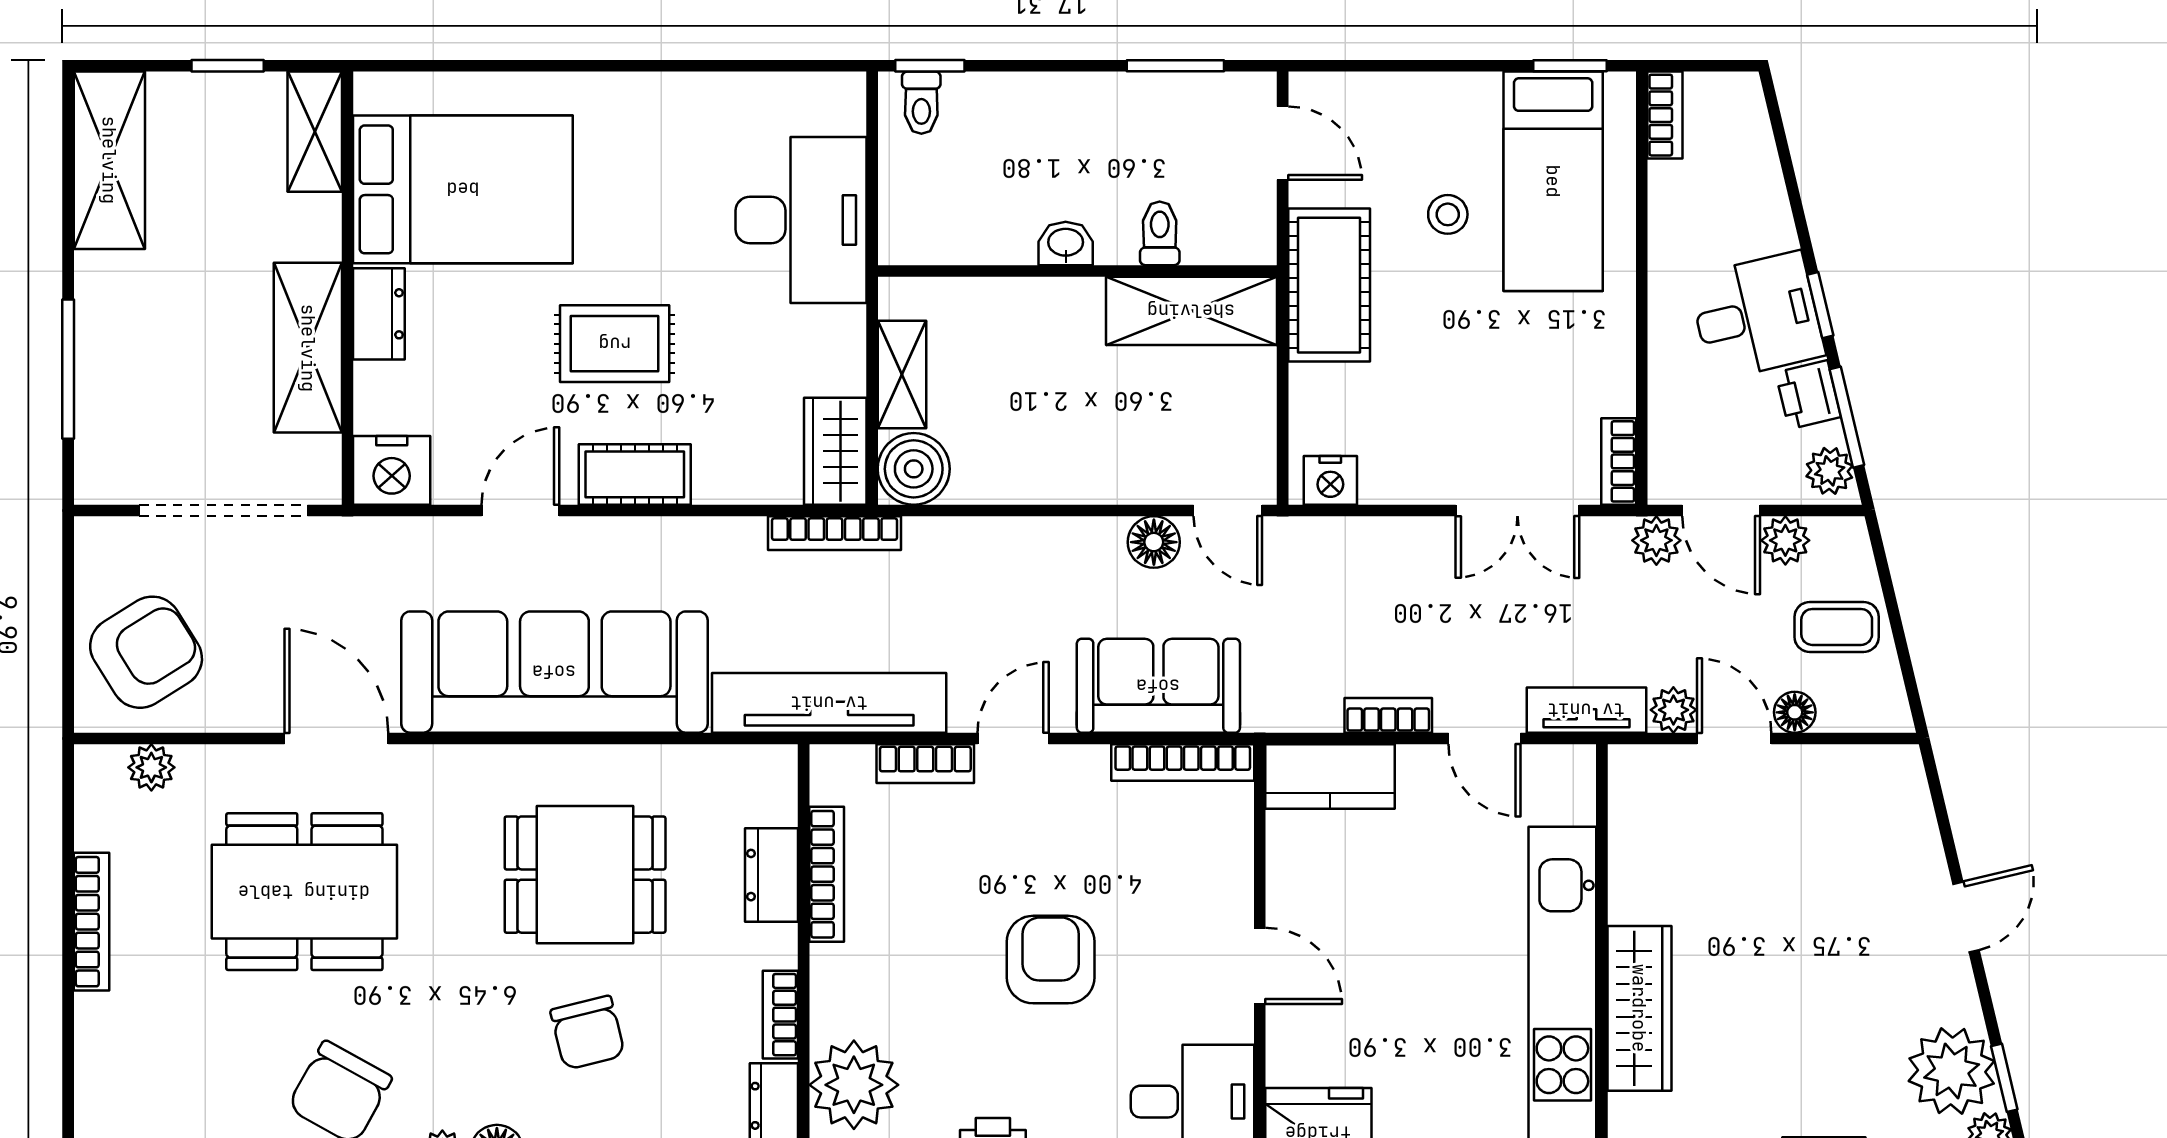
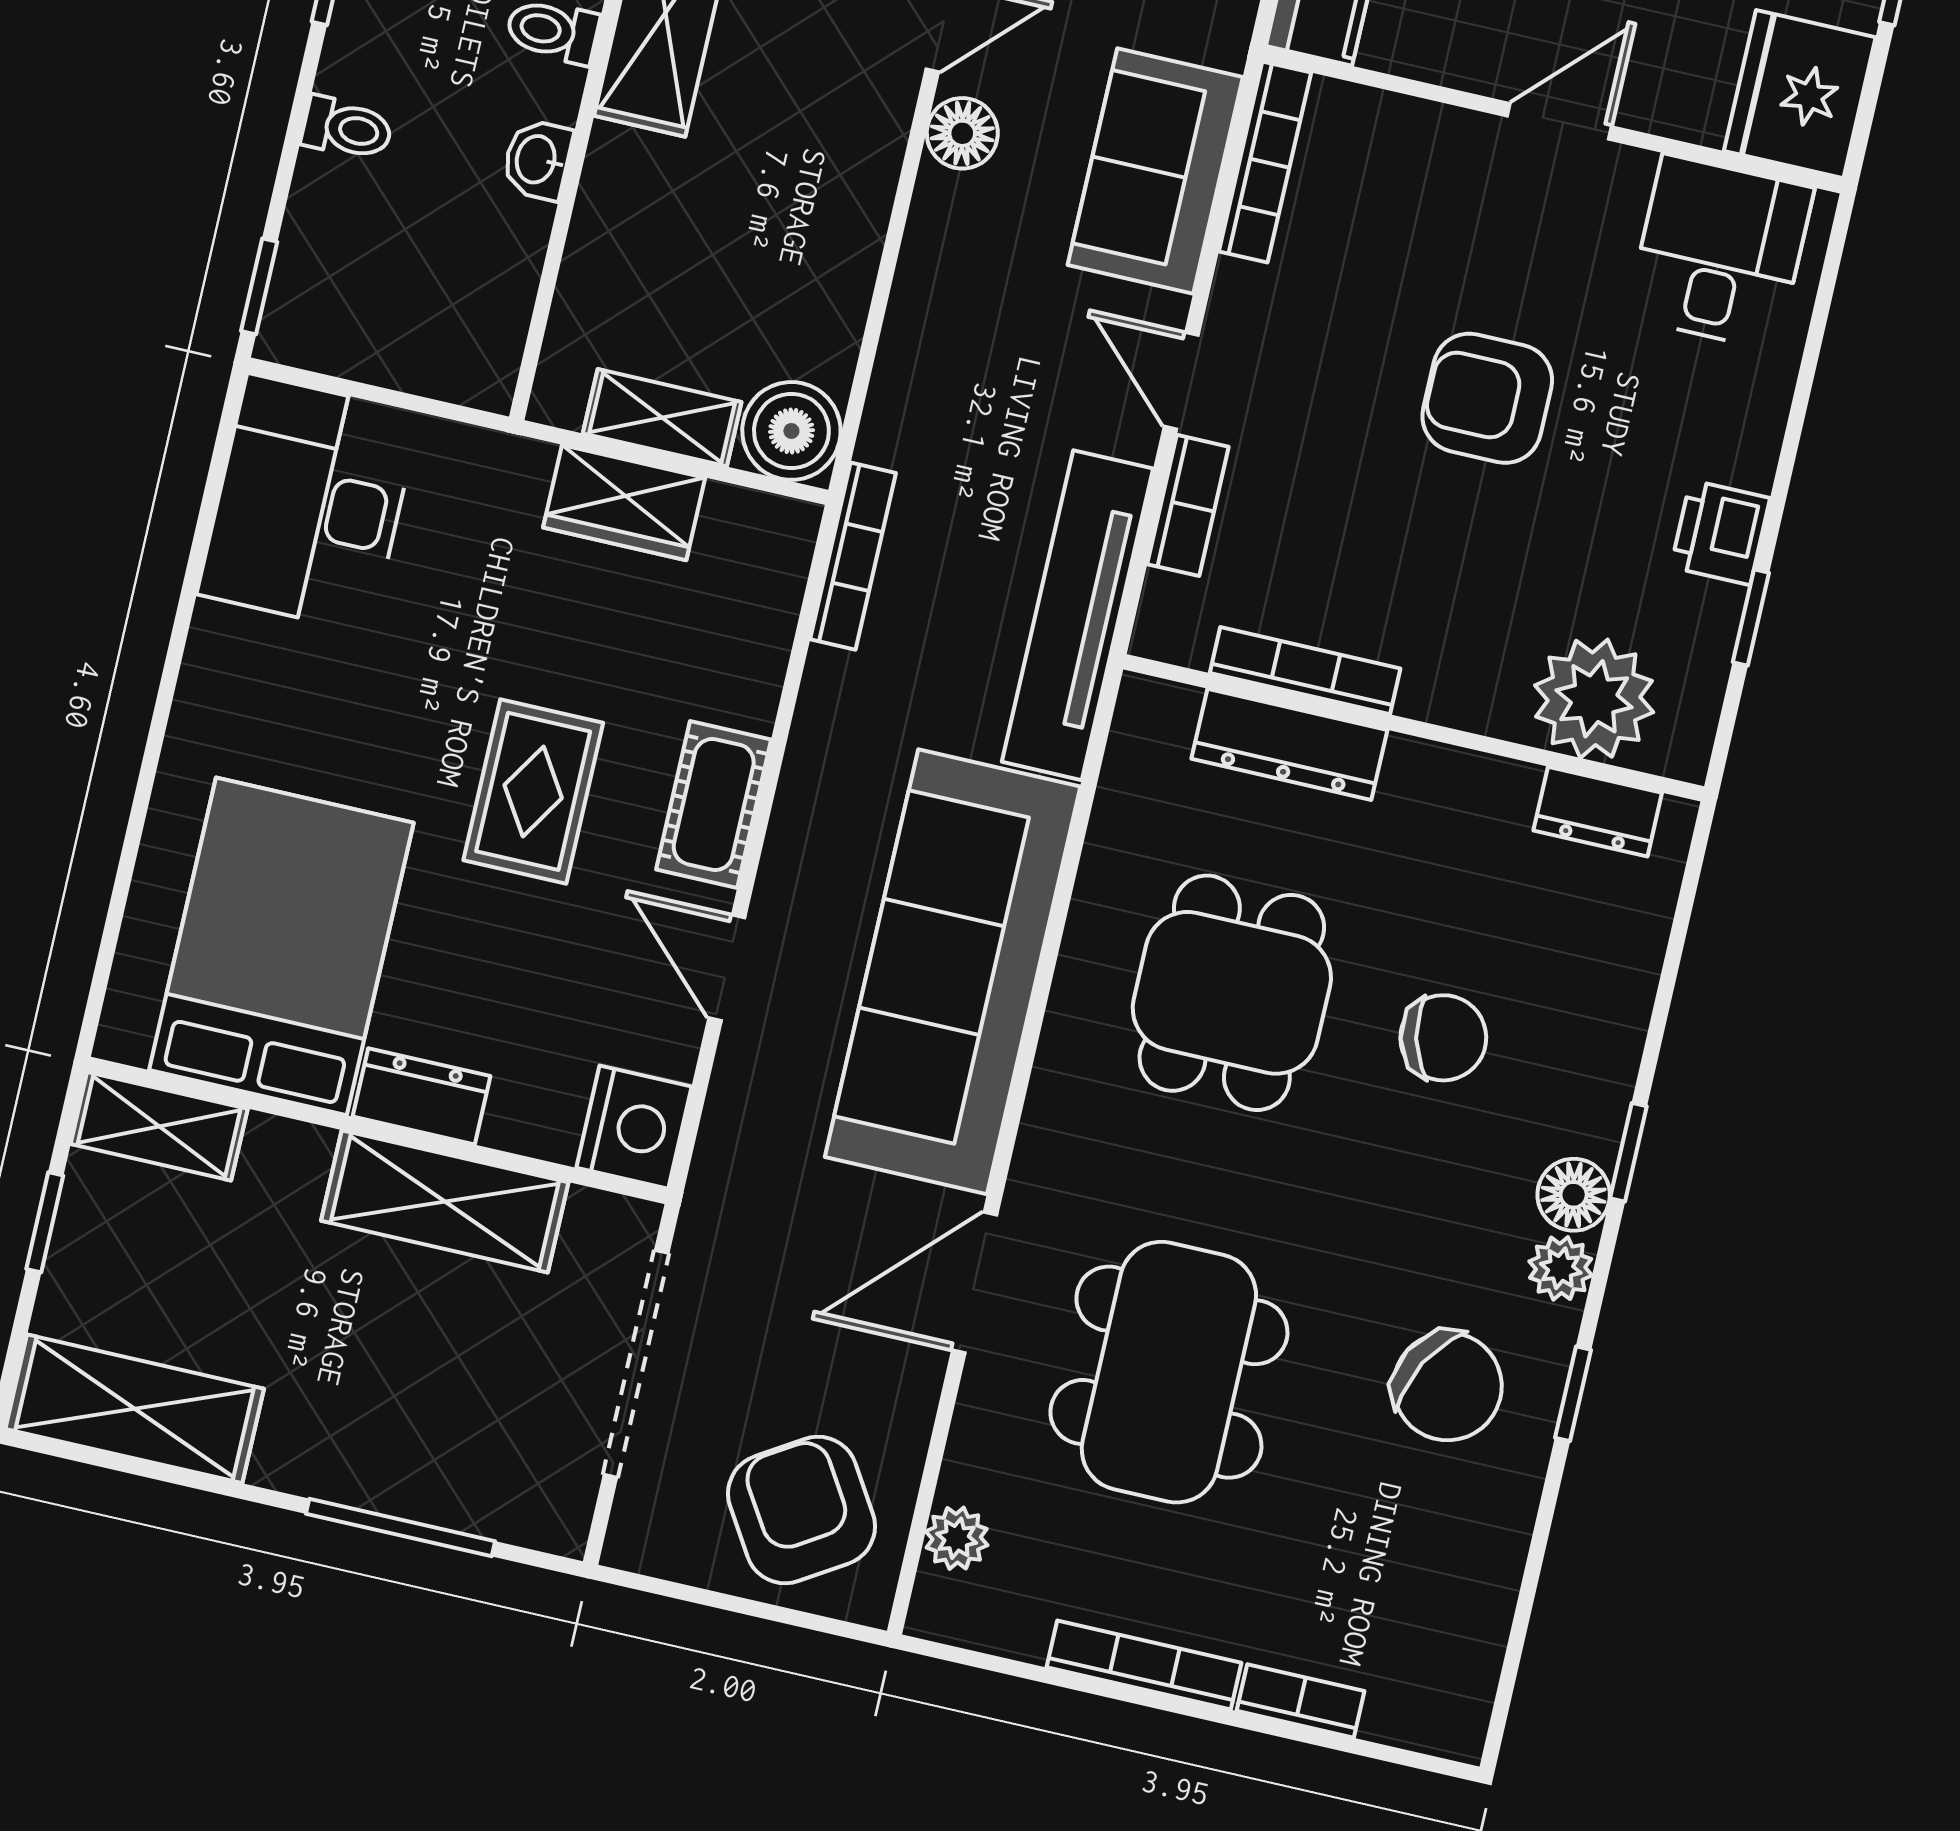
toilet: (921, 103) -> (347, 128), moved
desk: (801, 220) -> (309, 504), moved, turned -90
wardrobe: (835, 451) -> (624, 503), moved
dresser: (772, 875) -> (1289, 744), width x1.44
bookcase: (780, 1015) -> (1300, 1701), moved, turned 180

